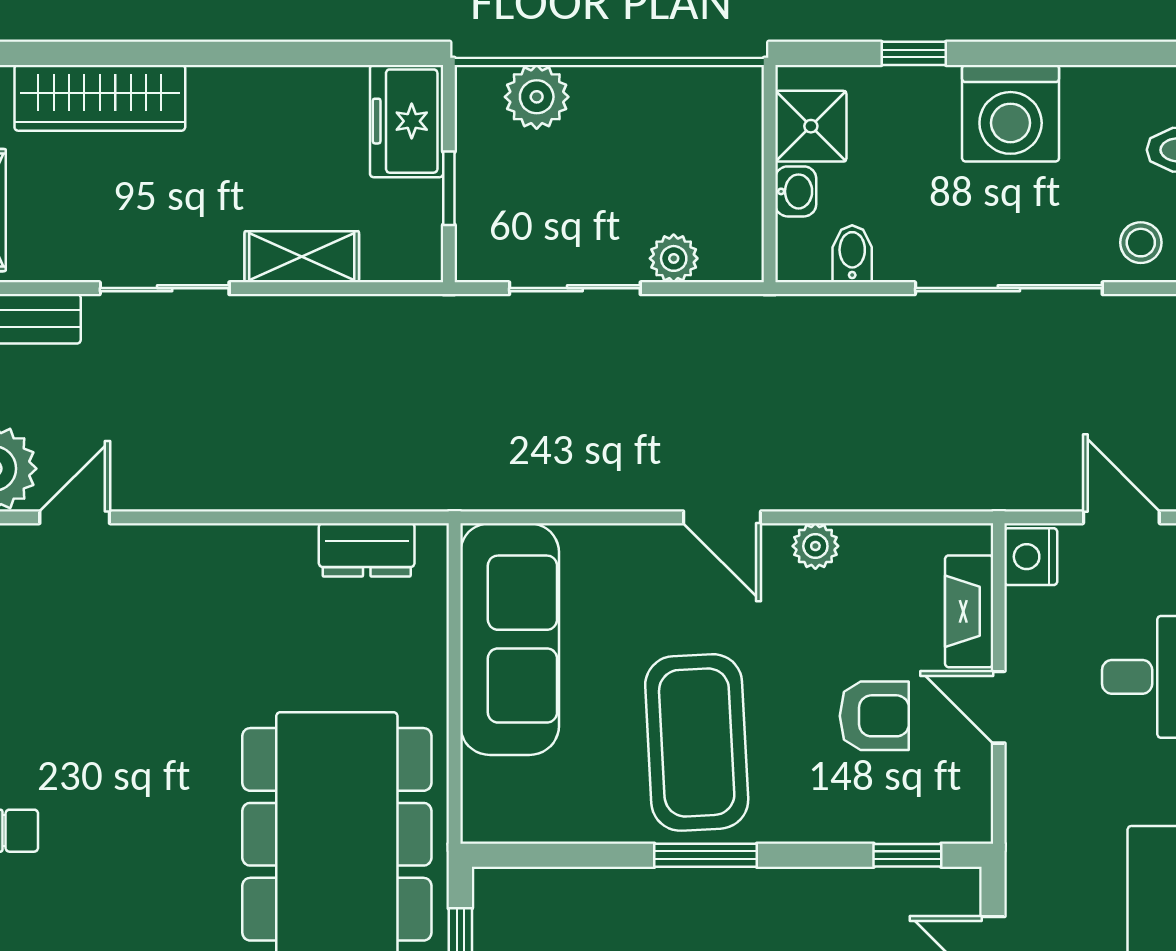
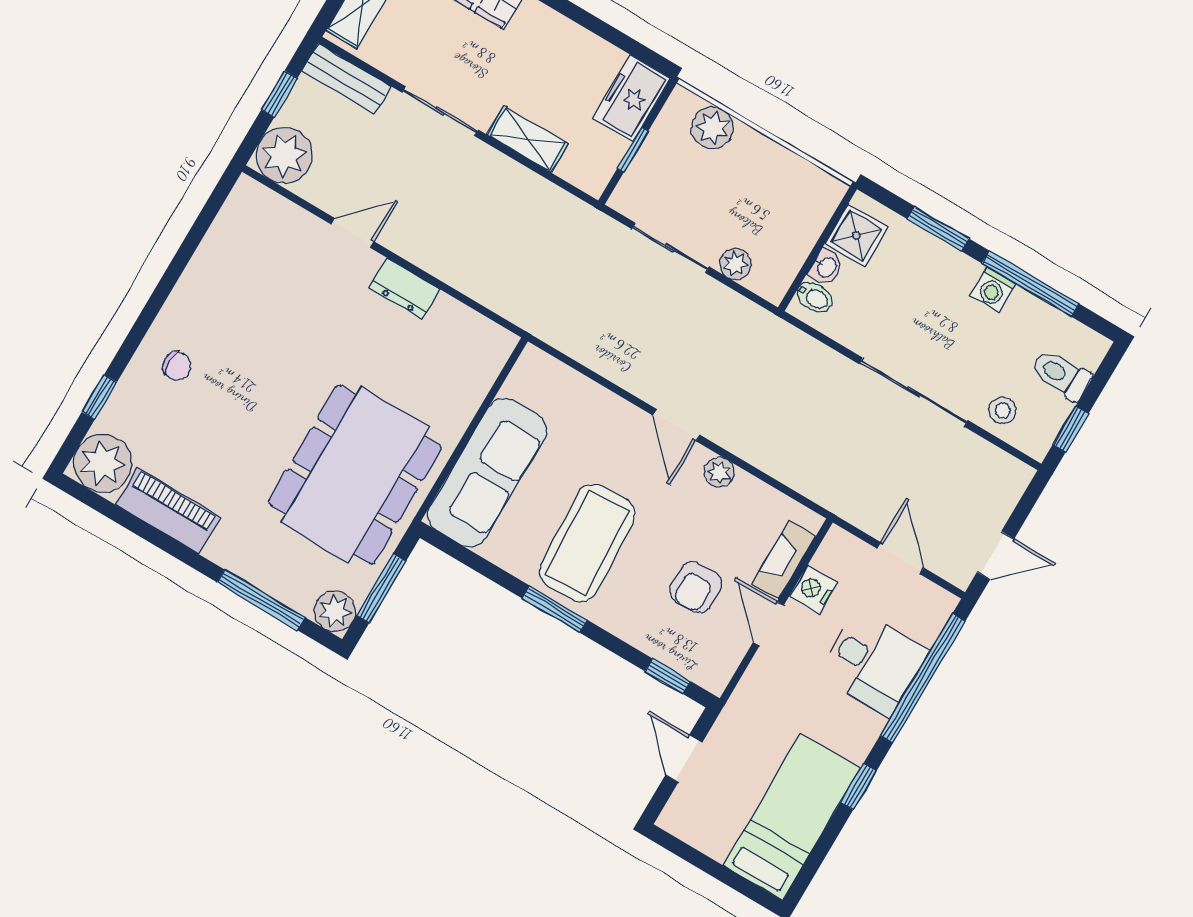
window: (914, 53) -> (938, 229), width x1.50
window: (1078, 53) -> (1030, 283), added
washing machine: (1011, 113) -> (993, 289), width x0.53, depth x0.53
bidet: (852, 254) -> (814, 297), moved, turned 90
door: (75, 517) -> (352, 233), moved
dresser: (367, 550) -> (405, 289), moved
nightstand: (1031, 557) -> (813, 589), moved
sofa: (510, 639) -> (487, 472), moved
armchair: (874, 716) -> (696, 587), turned 90

